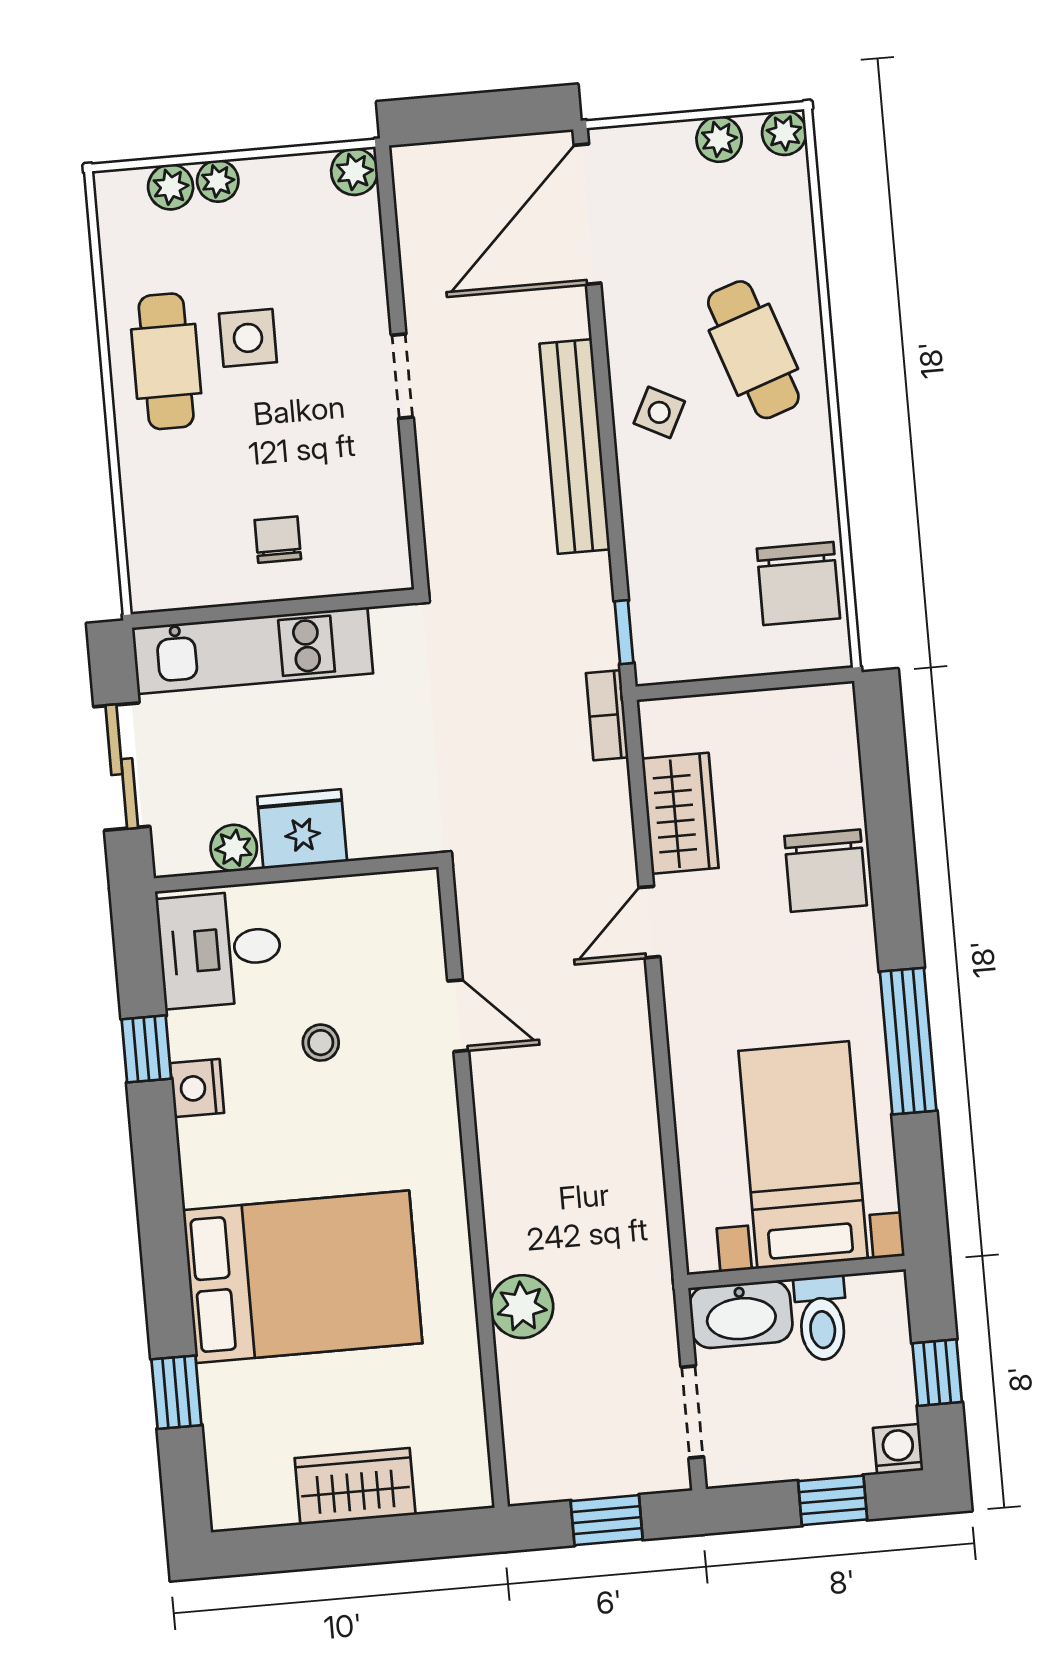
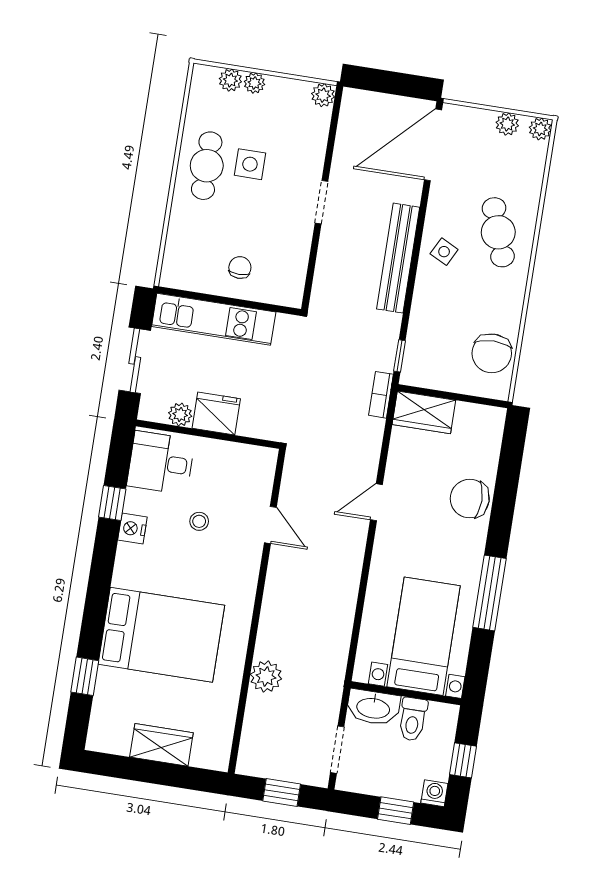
wardrobe: (680, 813) -> (424, 412), moved, turned 90
chair: (826, 871) -> (470, 499), turned 90

